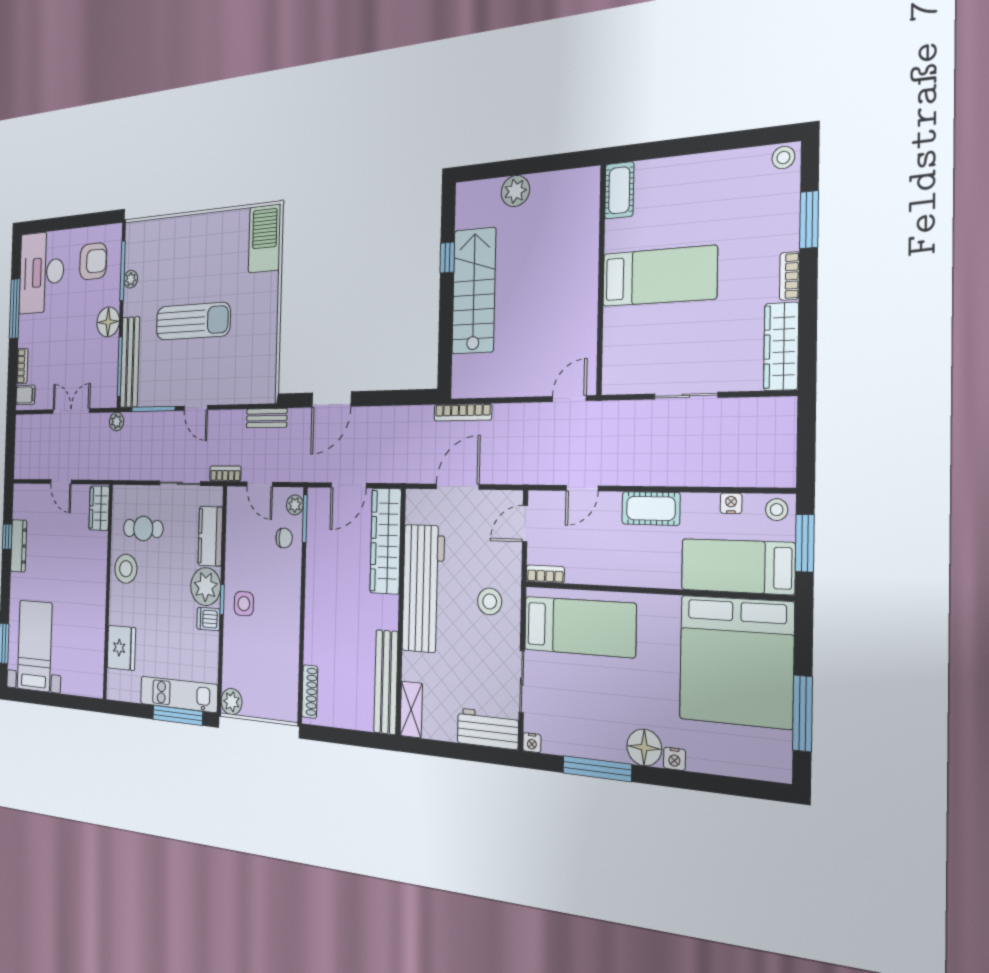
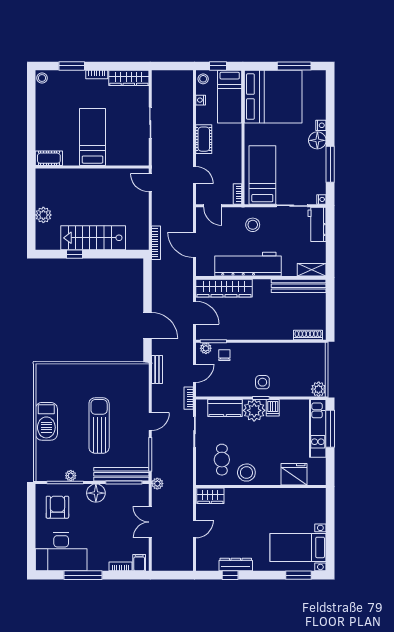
barbecue: (265, 239) -> (46, 421), moved, turned -90
window: (805, 543) -> (218, 66), width x0.67

